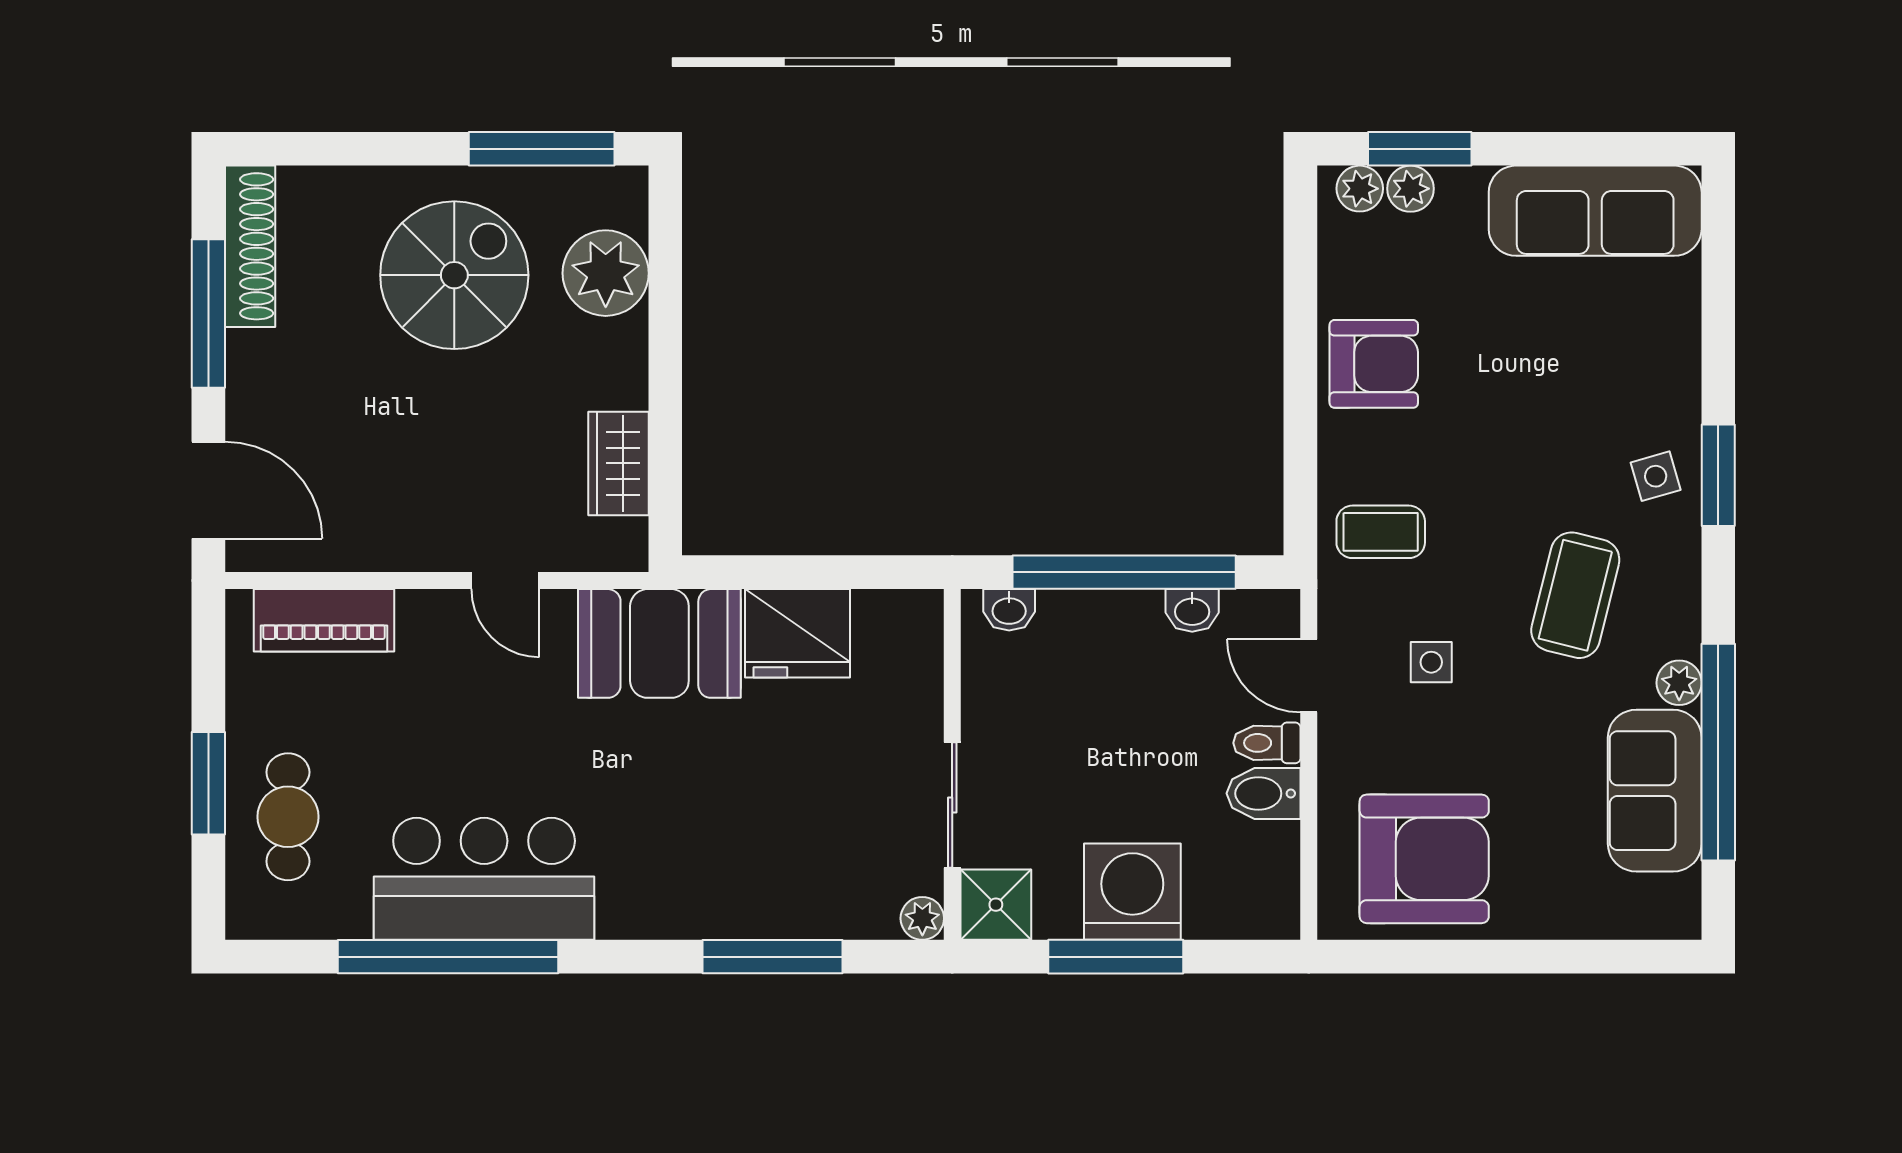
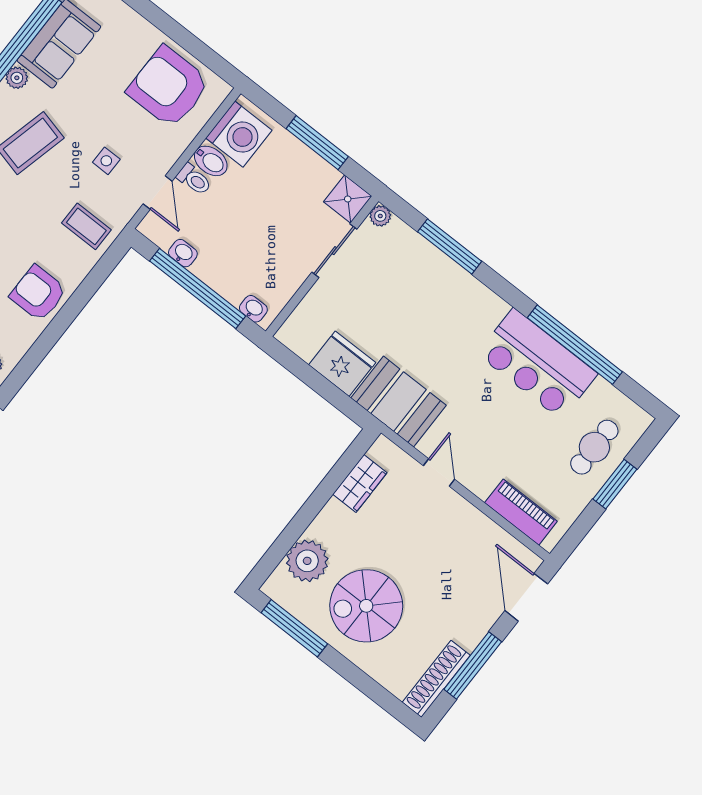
washing machine: (1132, 892) -> (239, 134), moved, turned -90

